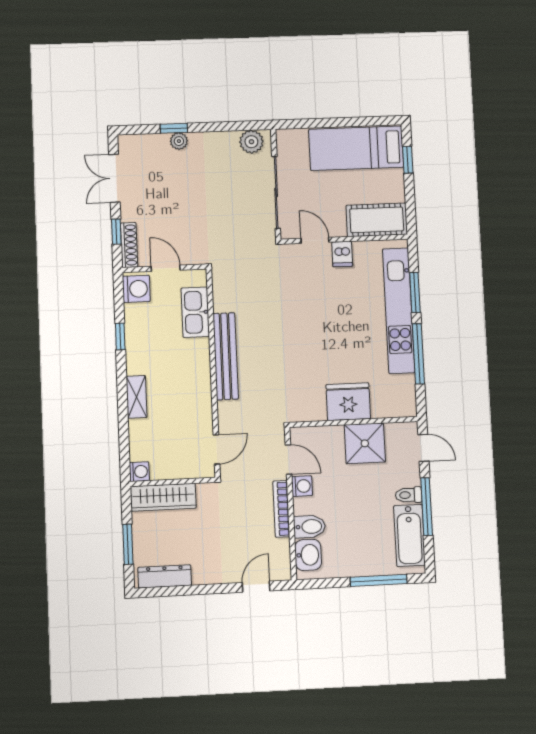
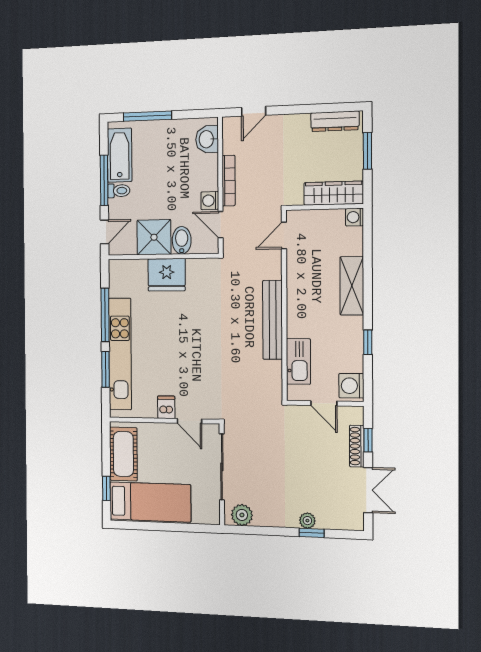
cot: (377, 220) -> (123, 454), moved, turned 90
shoe rack: (129, 245) -> (357, 446), moved
shelving: (137, 397) -> (352, 286), width x1.50, depth x1.33
door: (423, 448) -> (104, 232), swing flipped
bidet: (310, 527) -> (182, 240), moved, turned 90

